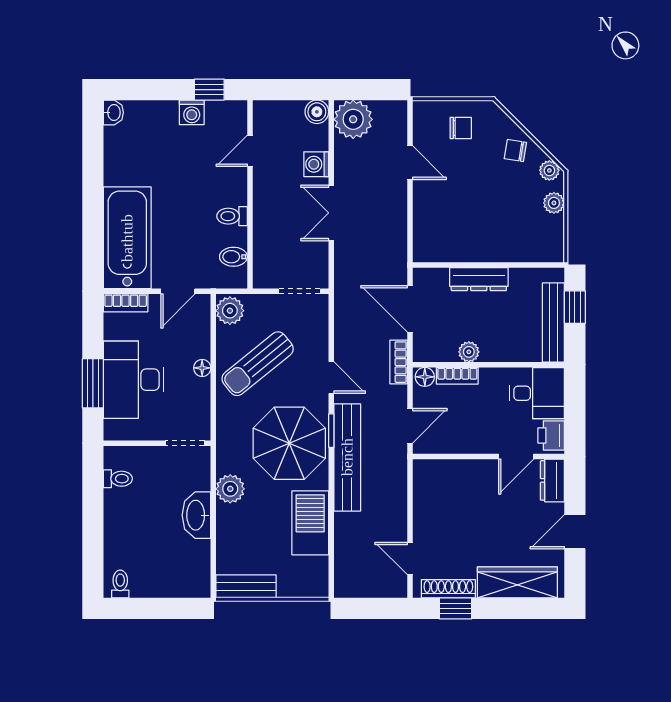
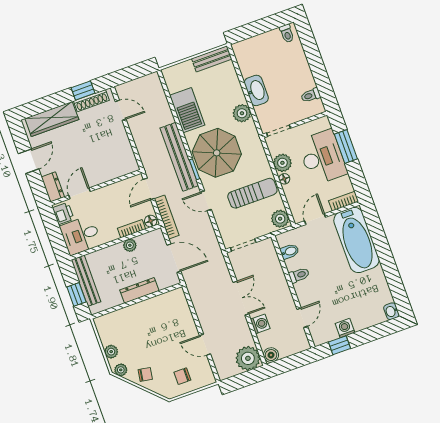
bookcase: (399, 362) -> (167, 217), width x1.56
sun lounger: (258, 364) -> (252, 193), turned 39
plant: (196, 393) -> (282, 163), added

